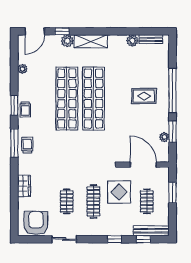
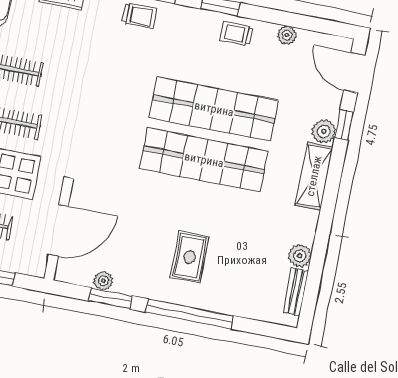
trolley: (25, 109) -> (236, 34), moved

